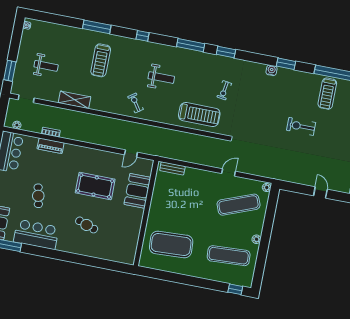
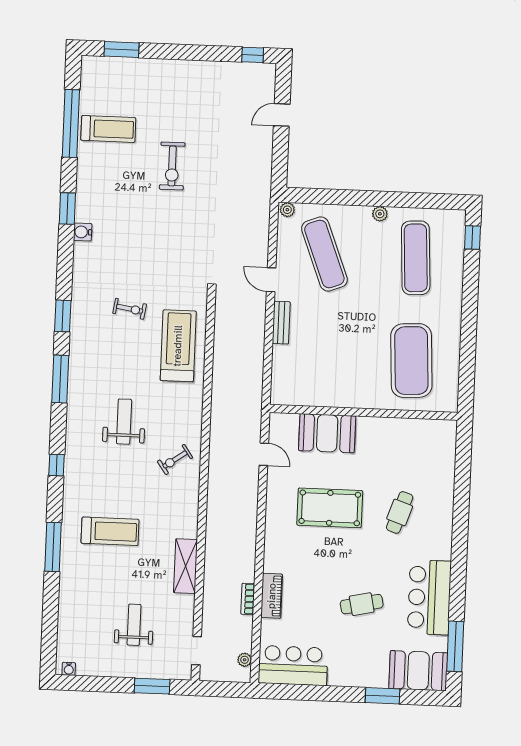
bench: (172, 168) -> (281, 323), moved
pool table: (95, 186) -> (330, 508), turned 90

